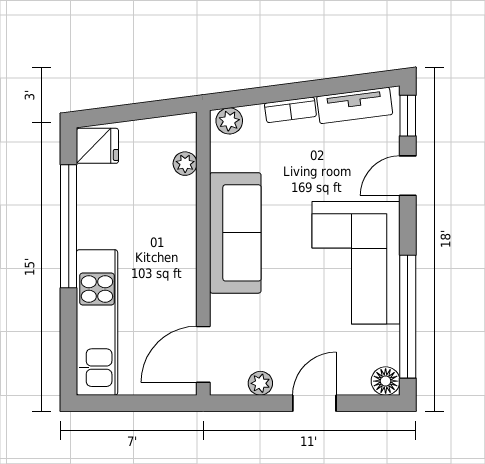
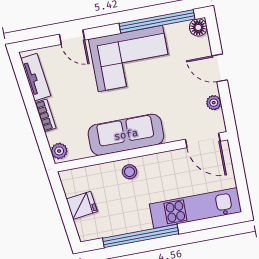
window: (408, 116) -> (36, 44), removed
fridge: (97, 146) -> (82, 205), moved, turned 83
plant: (185, 164) -> (90, 173), removed
stool: (175, 227) -> (129, 172), added

